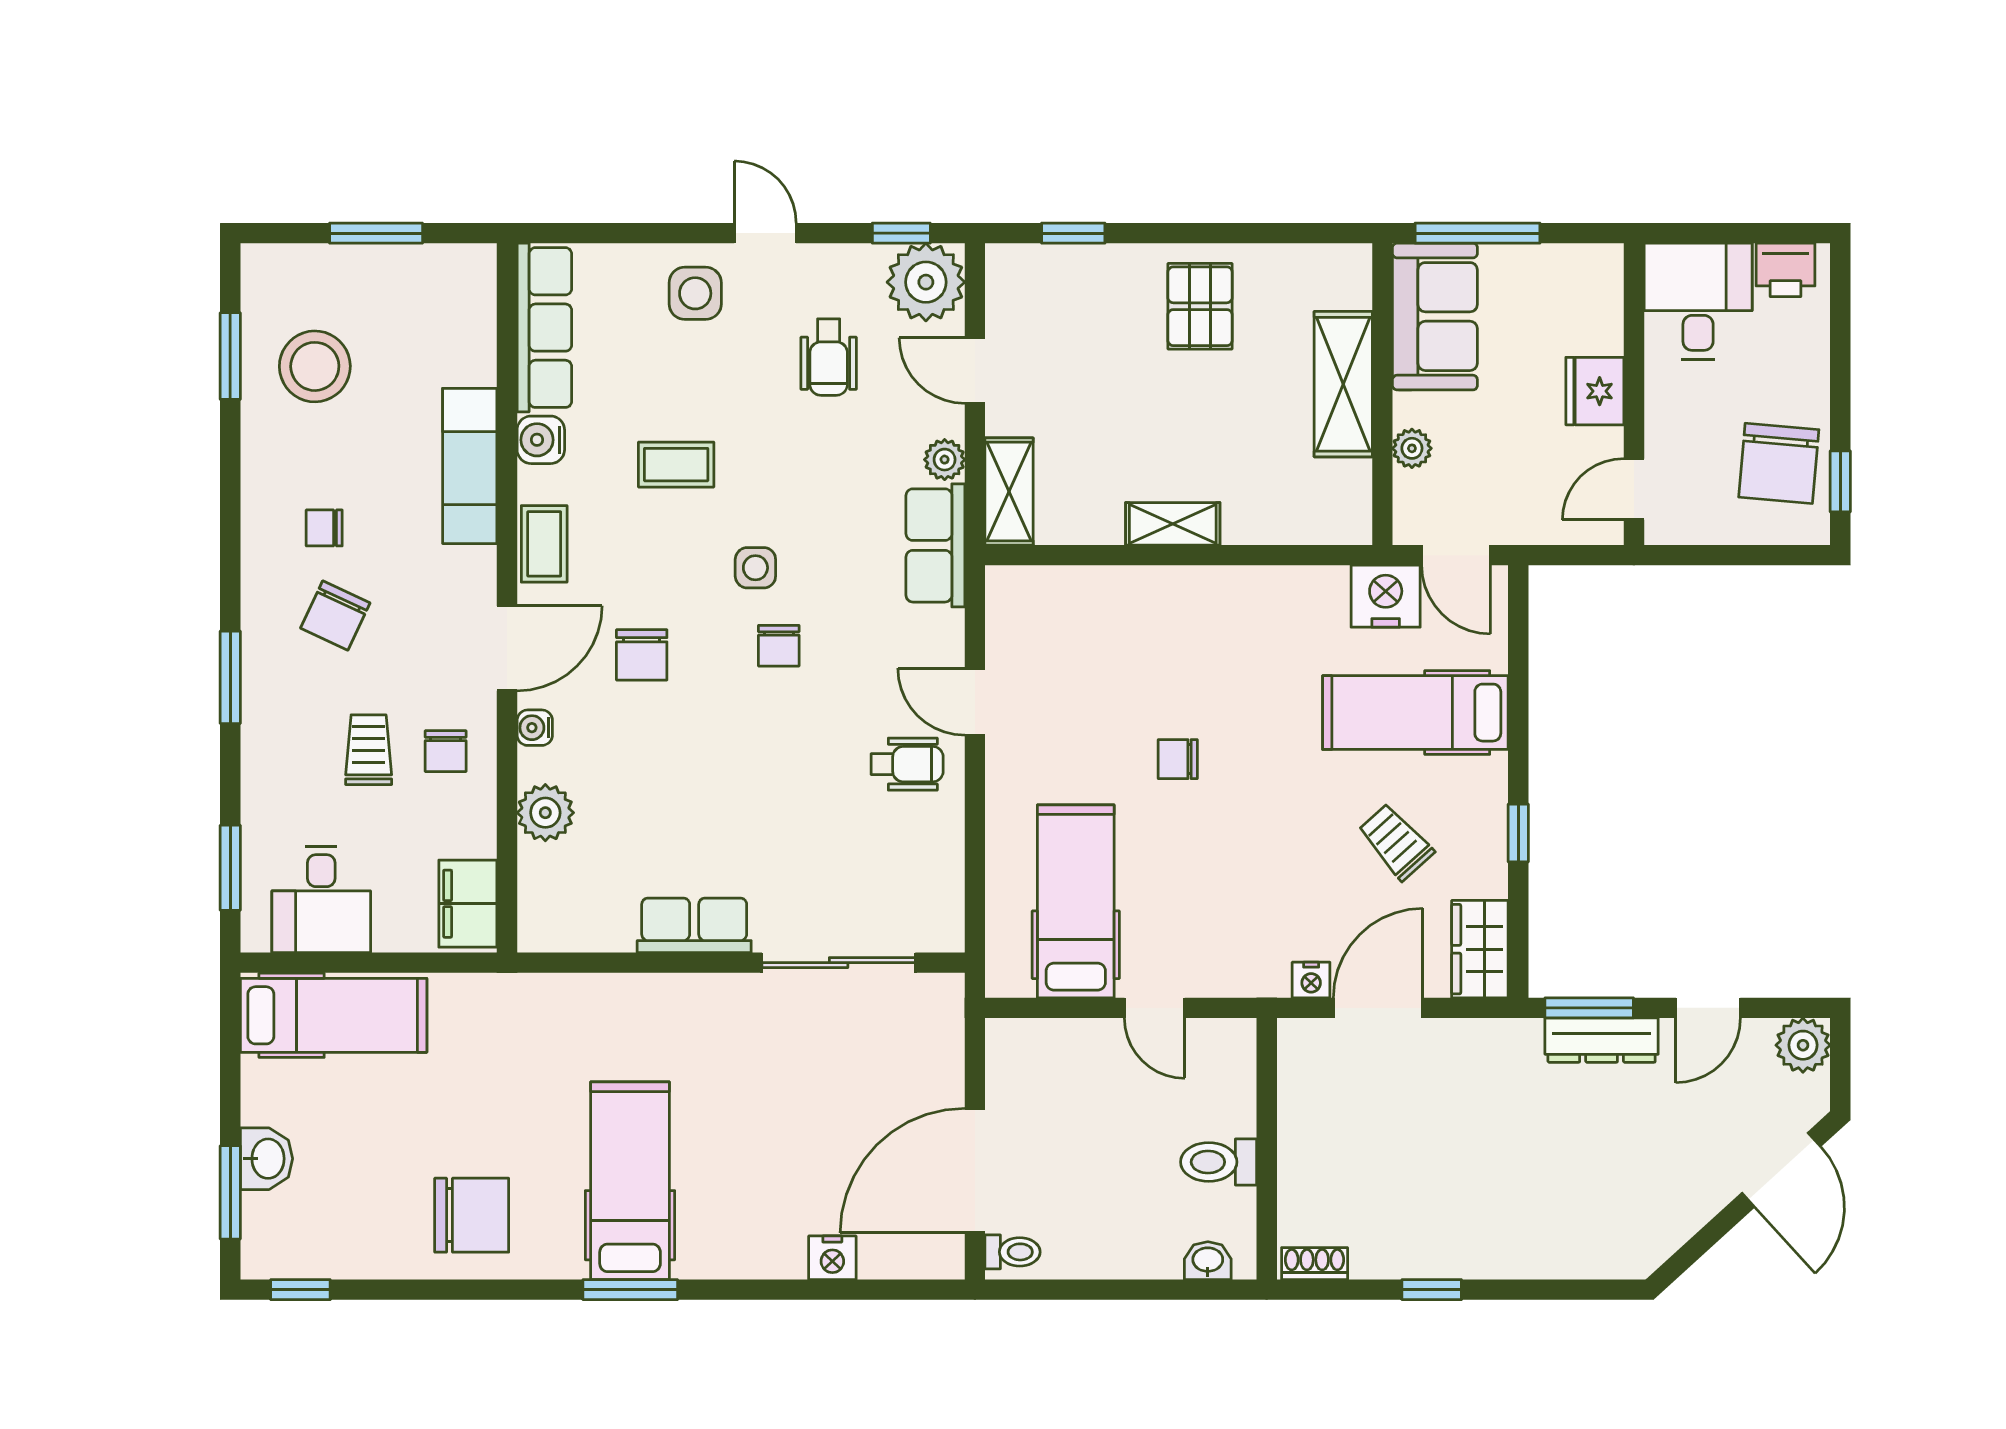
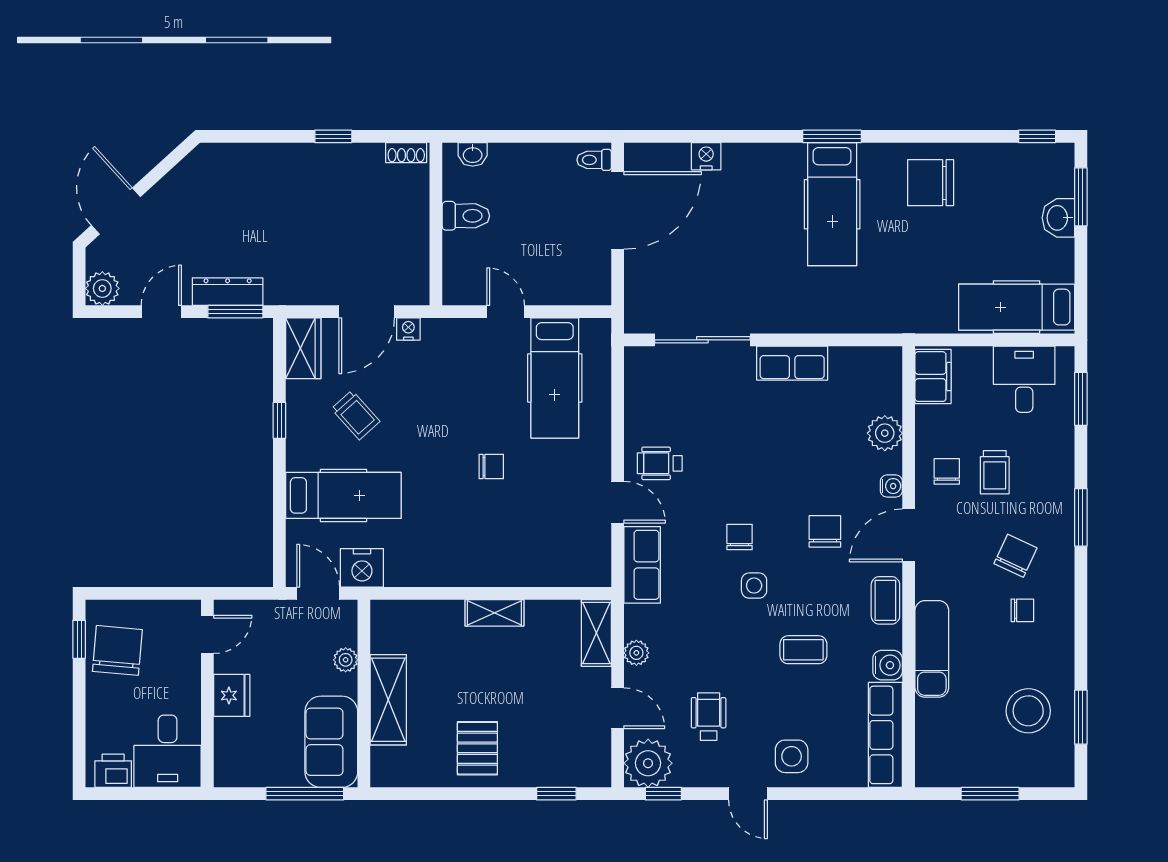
row of seats: (935, 545) -> (642, 565), moved

